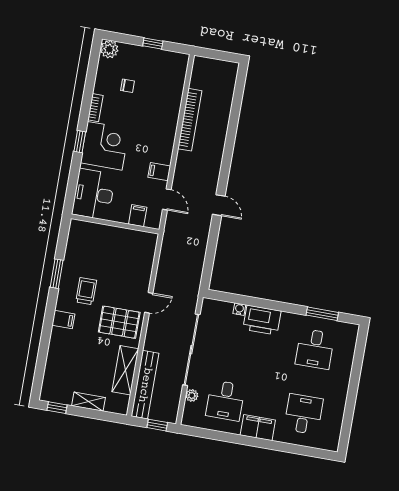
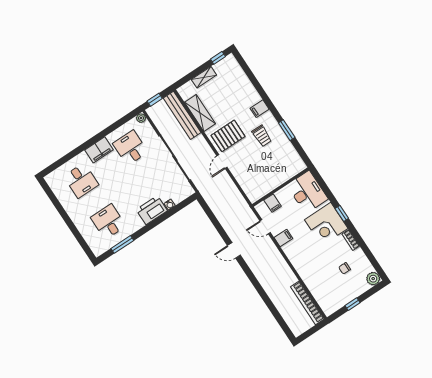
bookcase: (190, 120) -> (307, 303), moved
plant: (192, 395) -> (141, 118), moved

